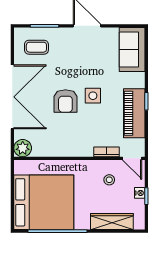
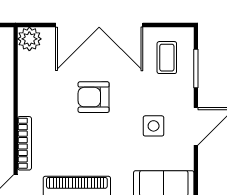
side table: (93, 96) -> (154, 126), moved
bookcase: (106, 152) -> (24, 143), width x1.56

